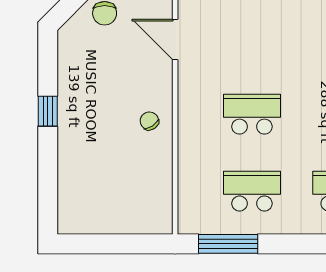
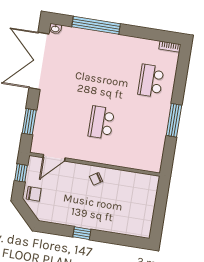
school desk: (252, 191) -> (143, 129), removed
window: (228, 244) -> (174, 120), moved

